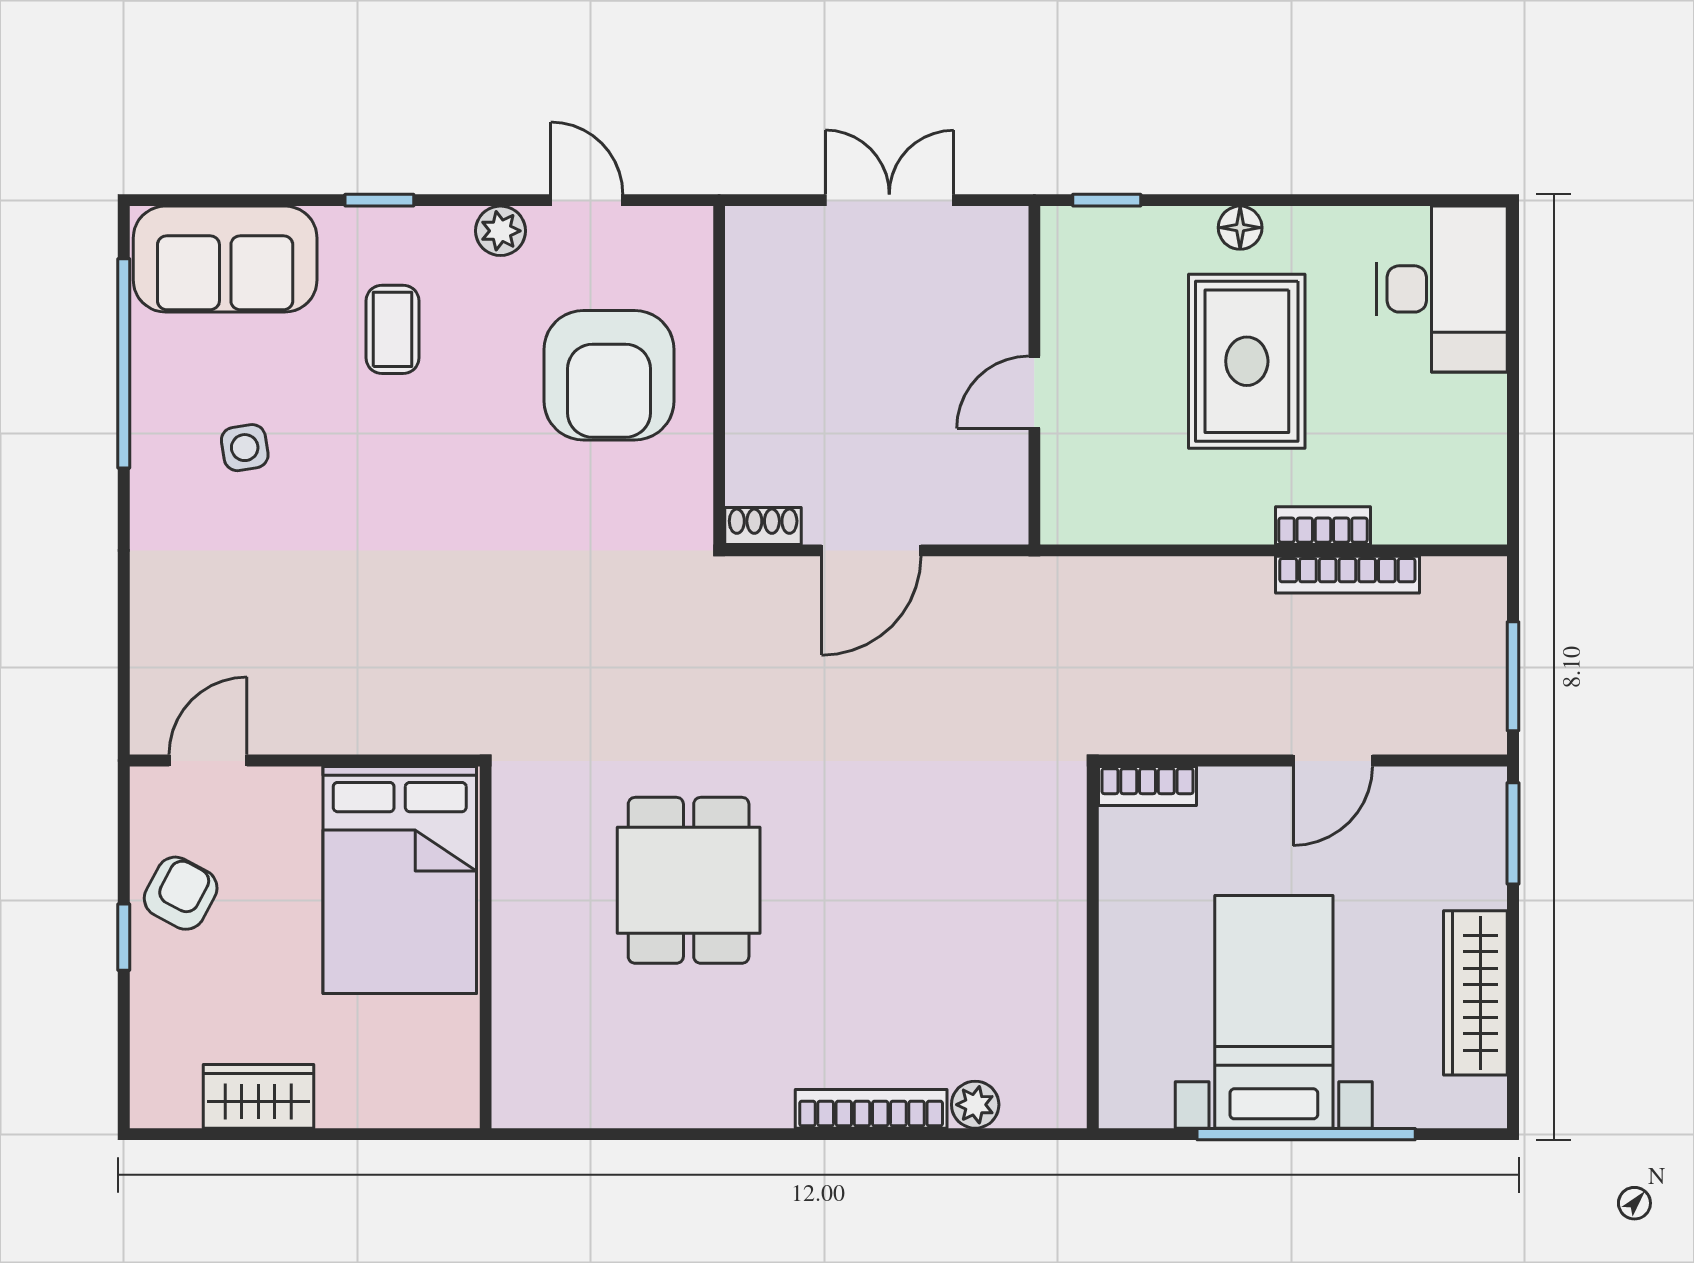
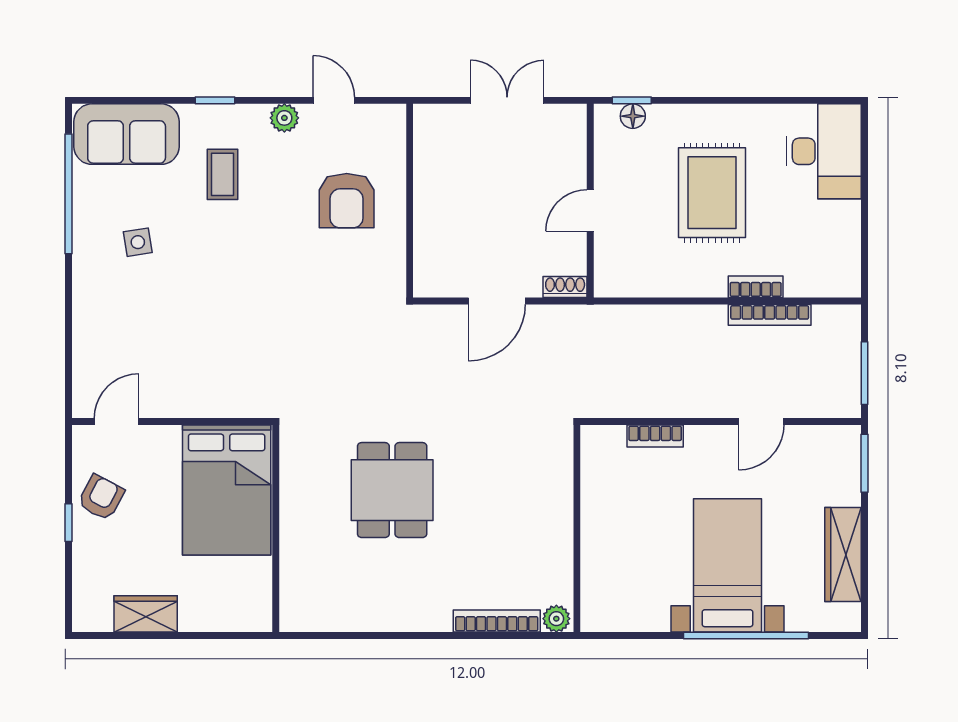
floor lamp: (1240, 228) -> (633, 116), moved
armchair: (609, 375) -> (347, 201), width x0.73, depth x0.73
shoe rack: (763, 526) -> (565, 287), moved
wall: (1093, 947) -> (577, 529), moved

